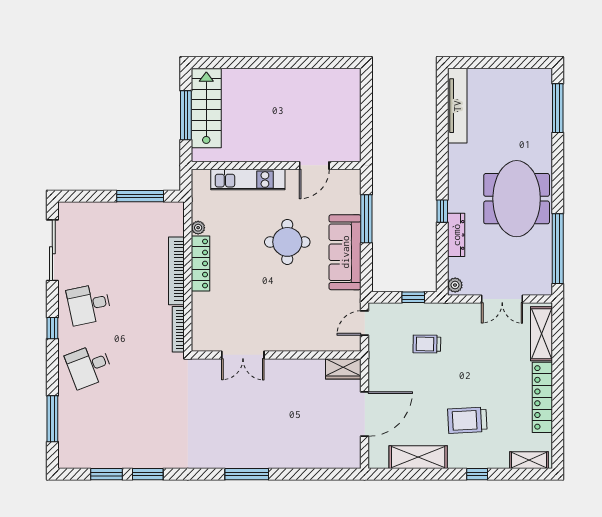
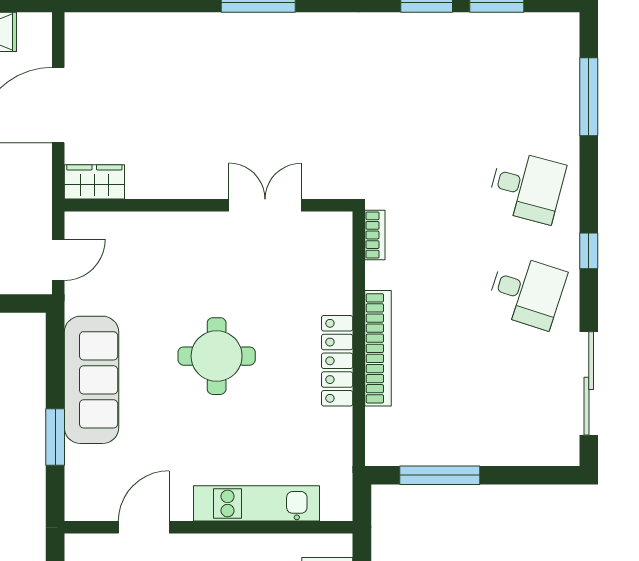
window: (366, 219) -> (55, 437), width x0.69
plant: (198, 228) -> (341, 422), removed
round table: (287, 242) -> (217, 356), moved
desk: (89, 304) -> (527, 291), turned 30
bookcase: (178, 329) -> (375, 235), width x0.64
desk: (89, 366) -> (527, 187), turned 36

